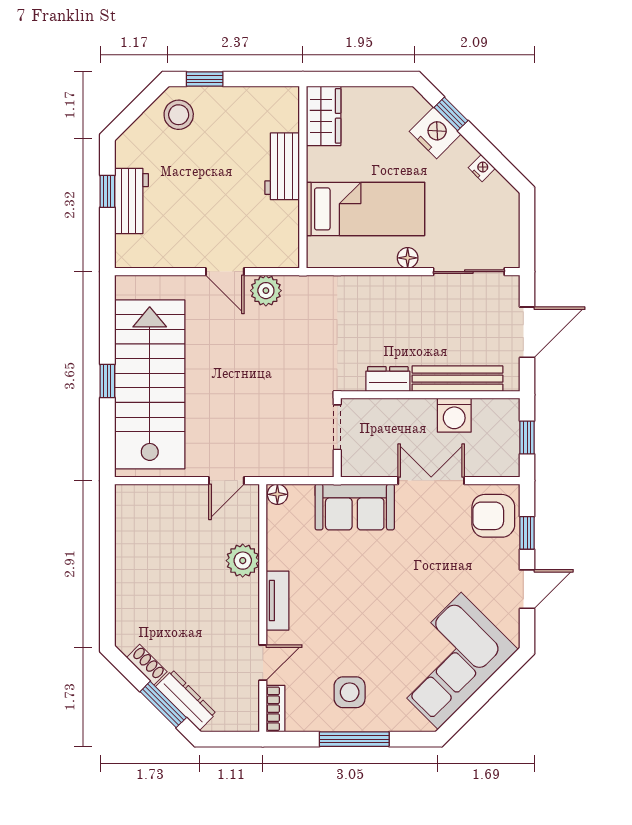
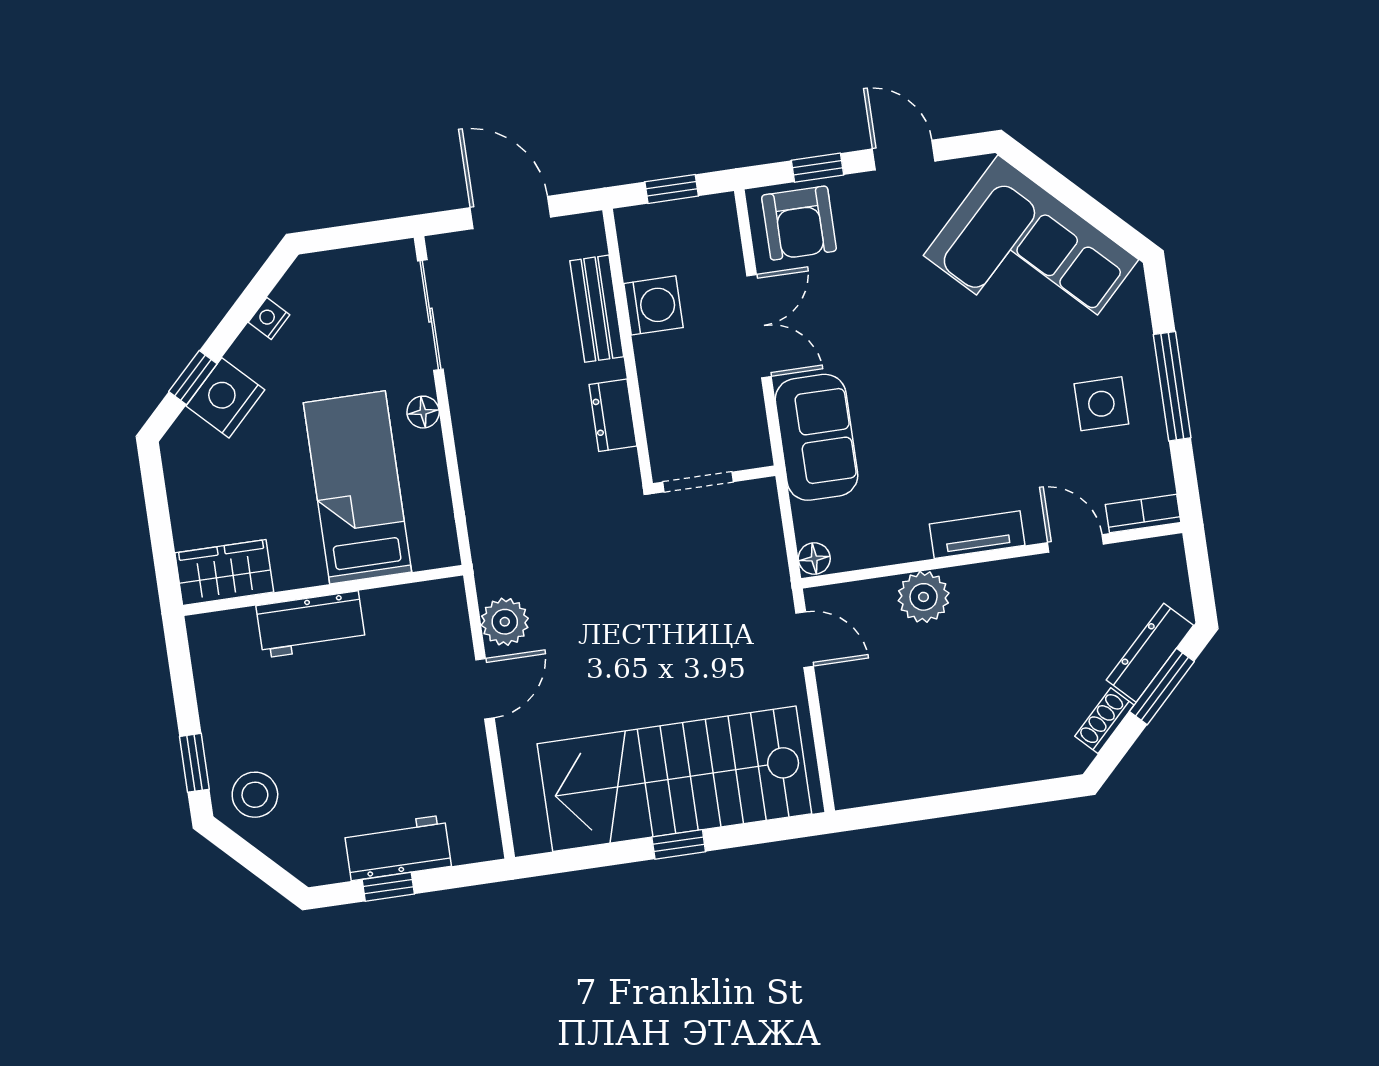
bench: (457, 379) -> (597, 309), width x0.73
double door: (431, 481) -> (759, 326), swing flipped

